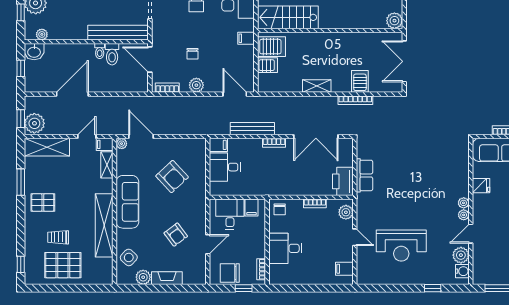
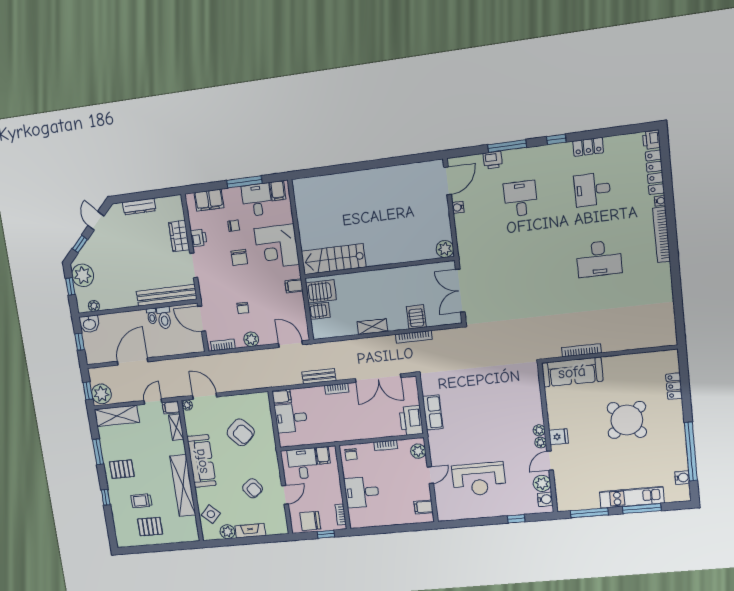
bench: (252, 129) -> (319, 376), width x0.73
fridge: (481, 186) -> (559, 437), moved
door: (355, 237) -> (430, 475), hinge flipped
window: (21, 264) -> (106, 497), moved
pallet: (63, 265) -> (150, 527), width x0.67, depth x0.71

